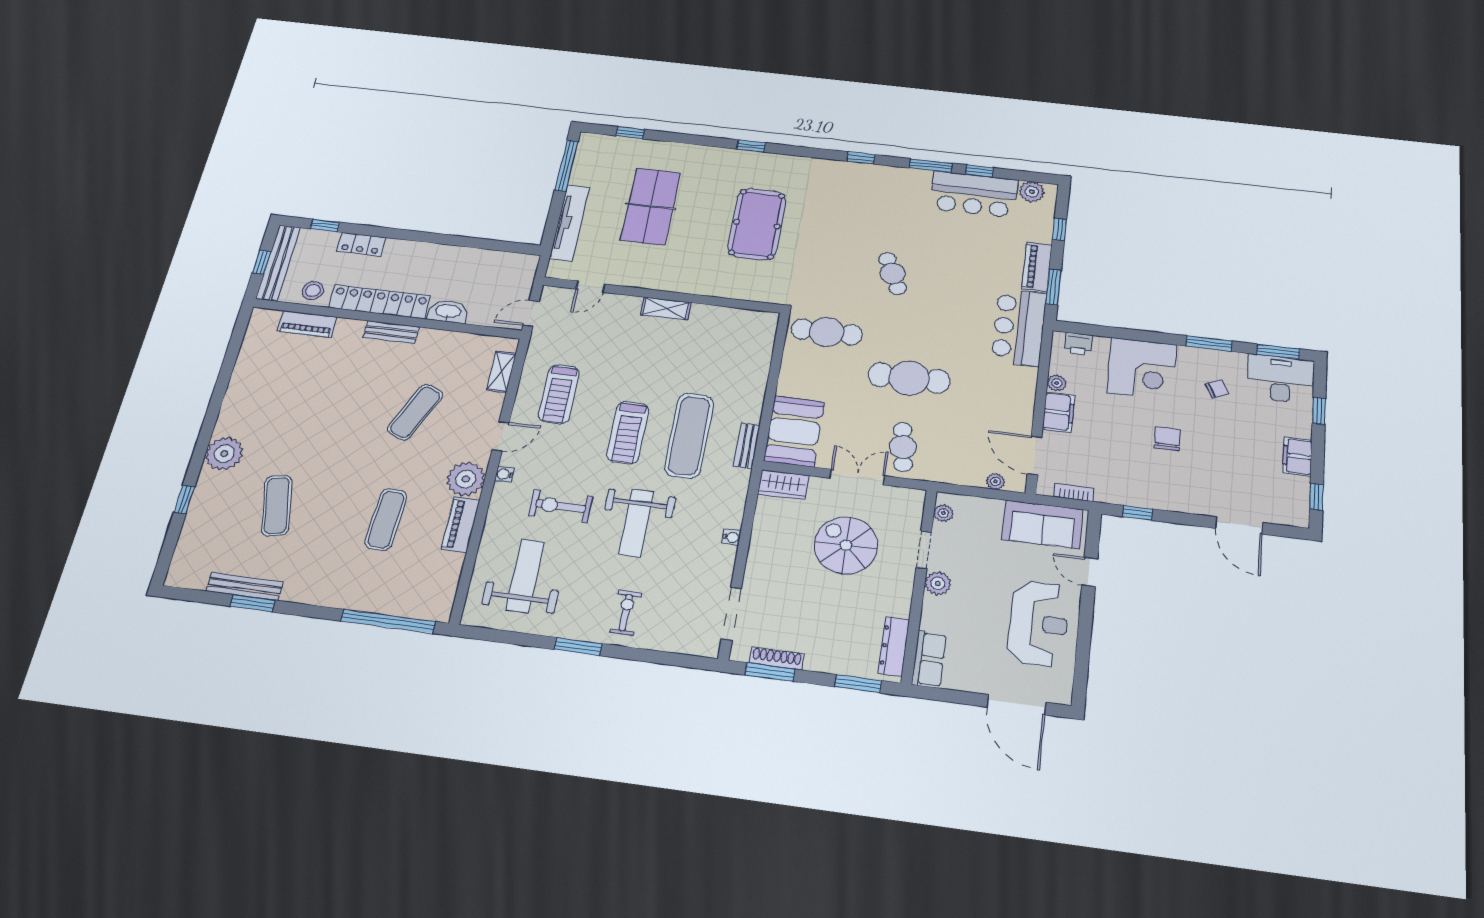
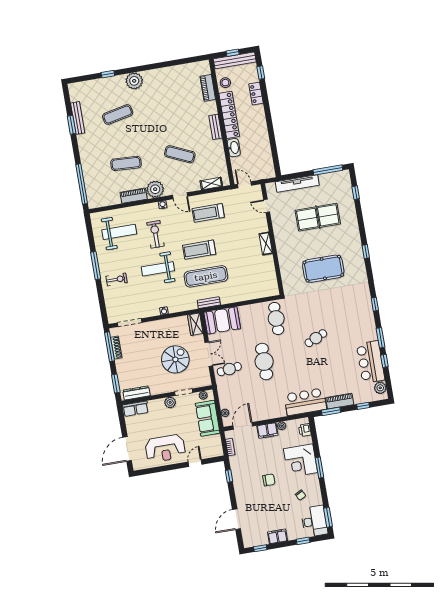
window: (1209, 344) -> (320, 468), moved
sofa: (1043, 524) -> (208, 418), moved
window: (578, 647) -> (96, 266), width x1.44
window: (770, 672) -> (109, 347), width x1.44

